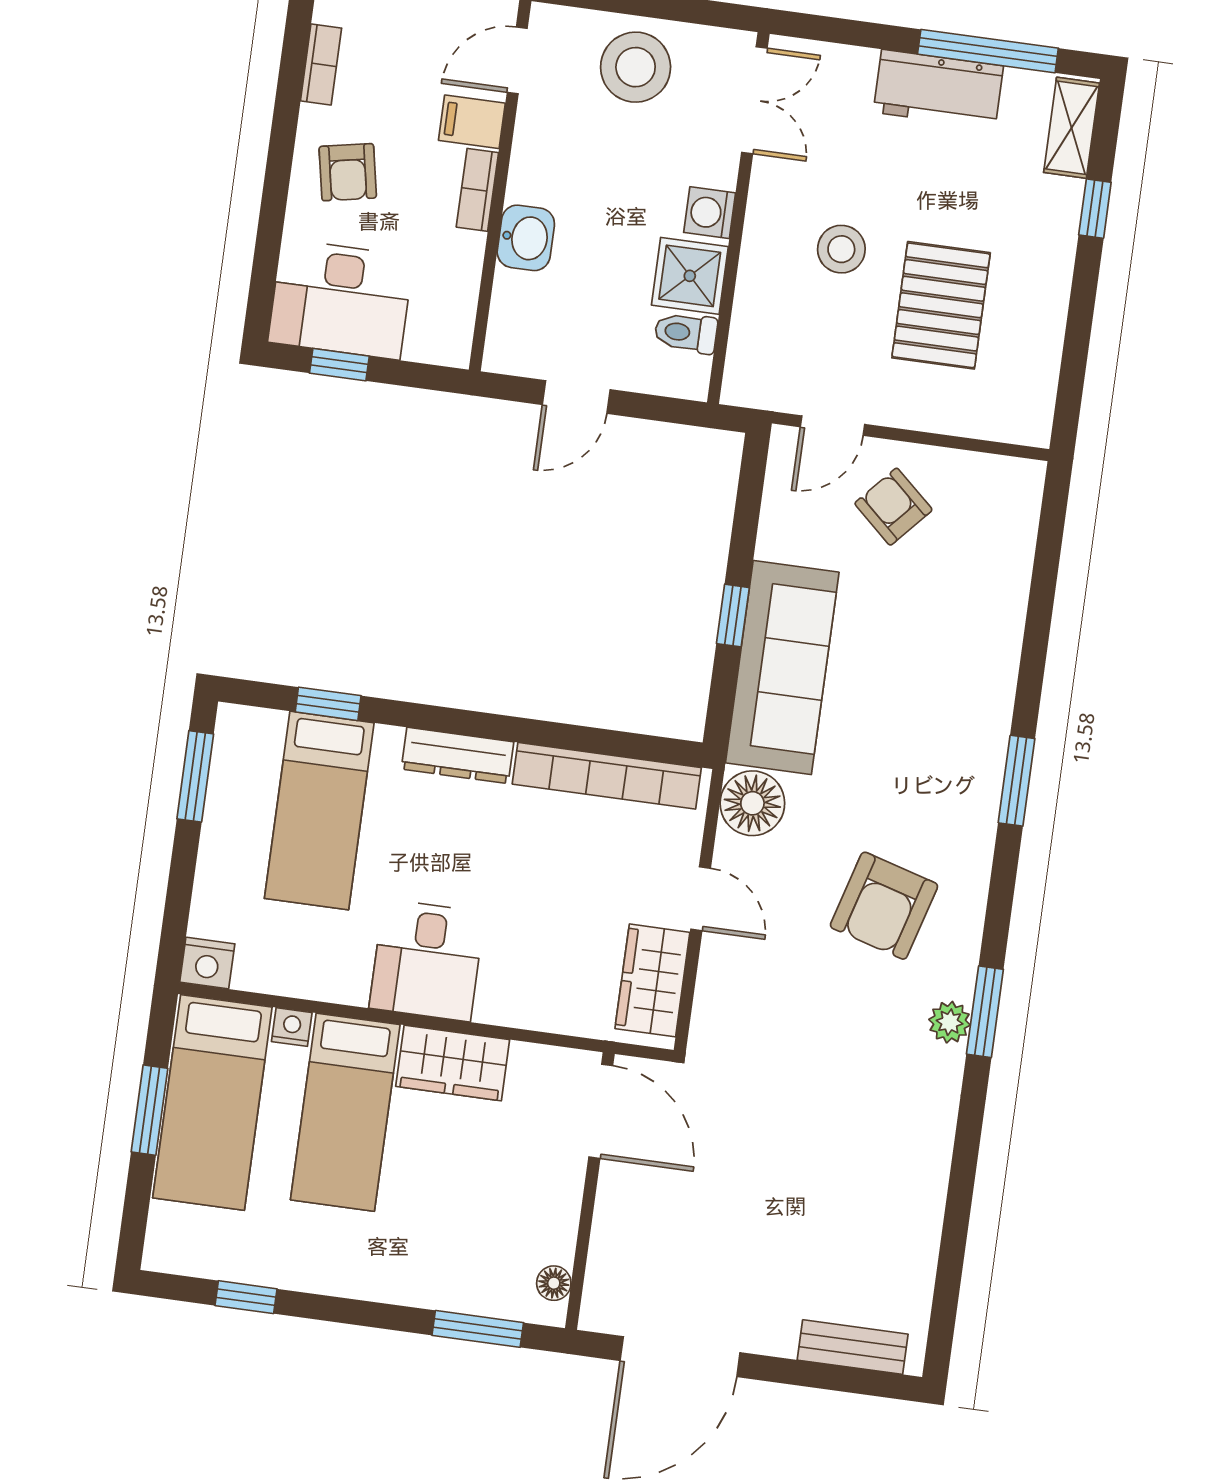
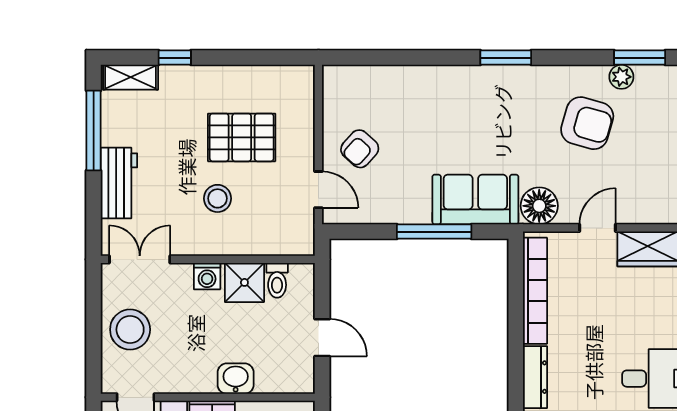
workbench: (938, 89) -> (119, 183), moved
window: (733, 616) -> (434, 232), width x2.17
sofa: (782, 668) -> (475, 199), width x0.73
plant: (950, 1022) -> (621, 77), moved

